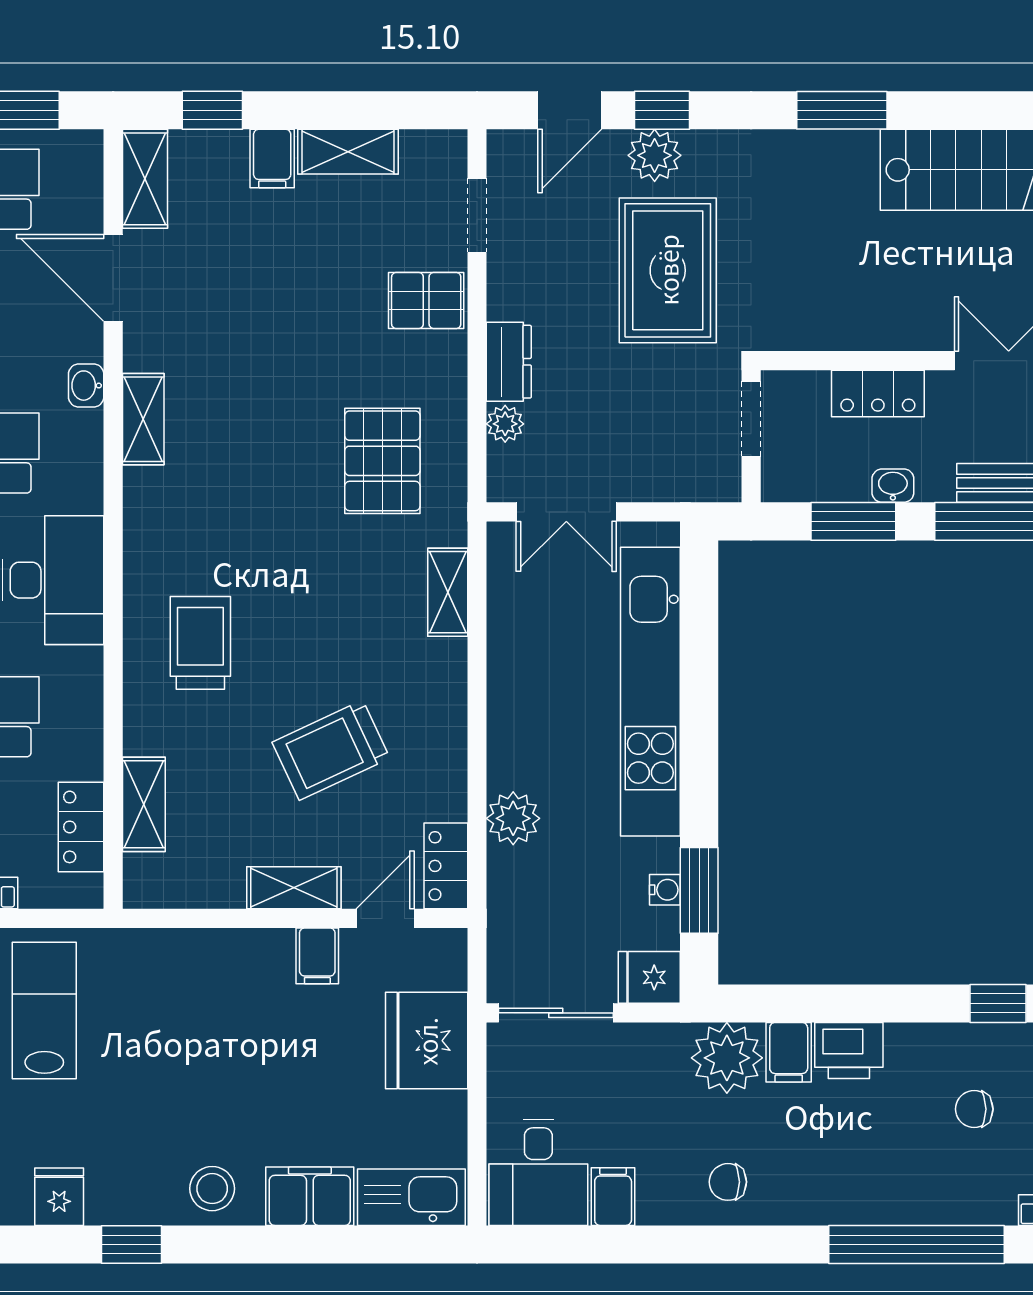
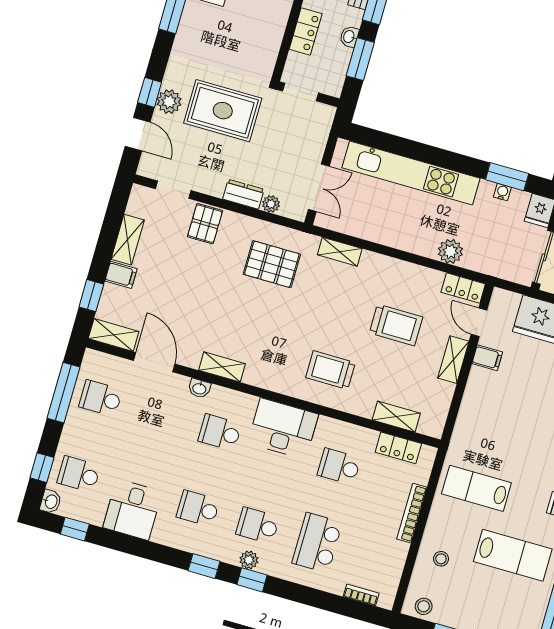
door: (113, 278) -> (154, 362), swing flipped
trolley: (331, 750) -> (396, 325), turned -65

